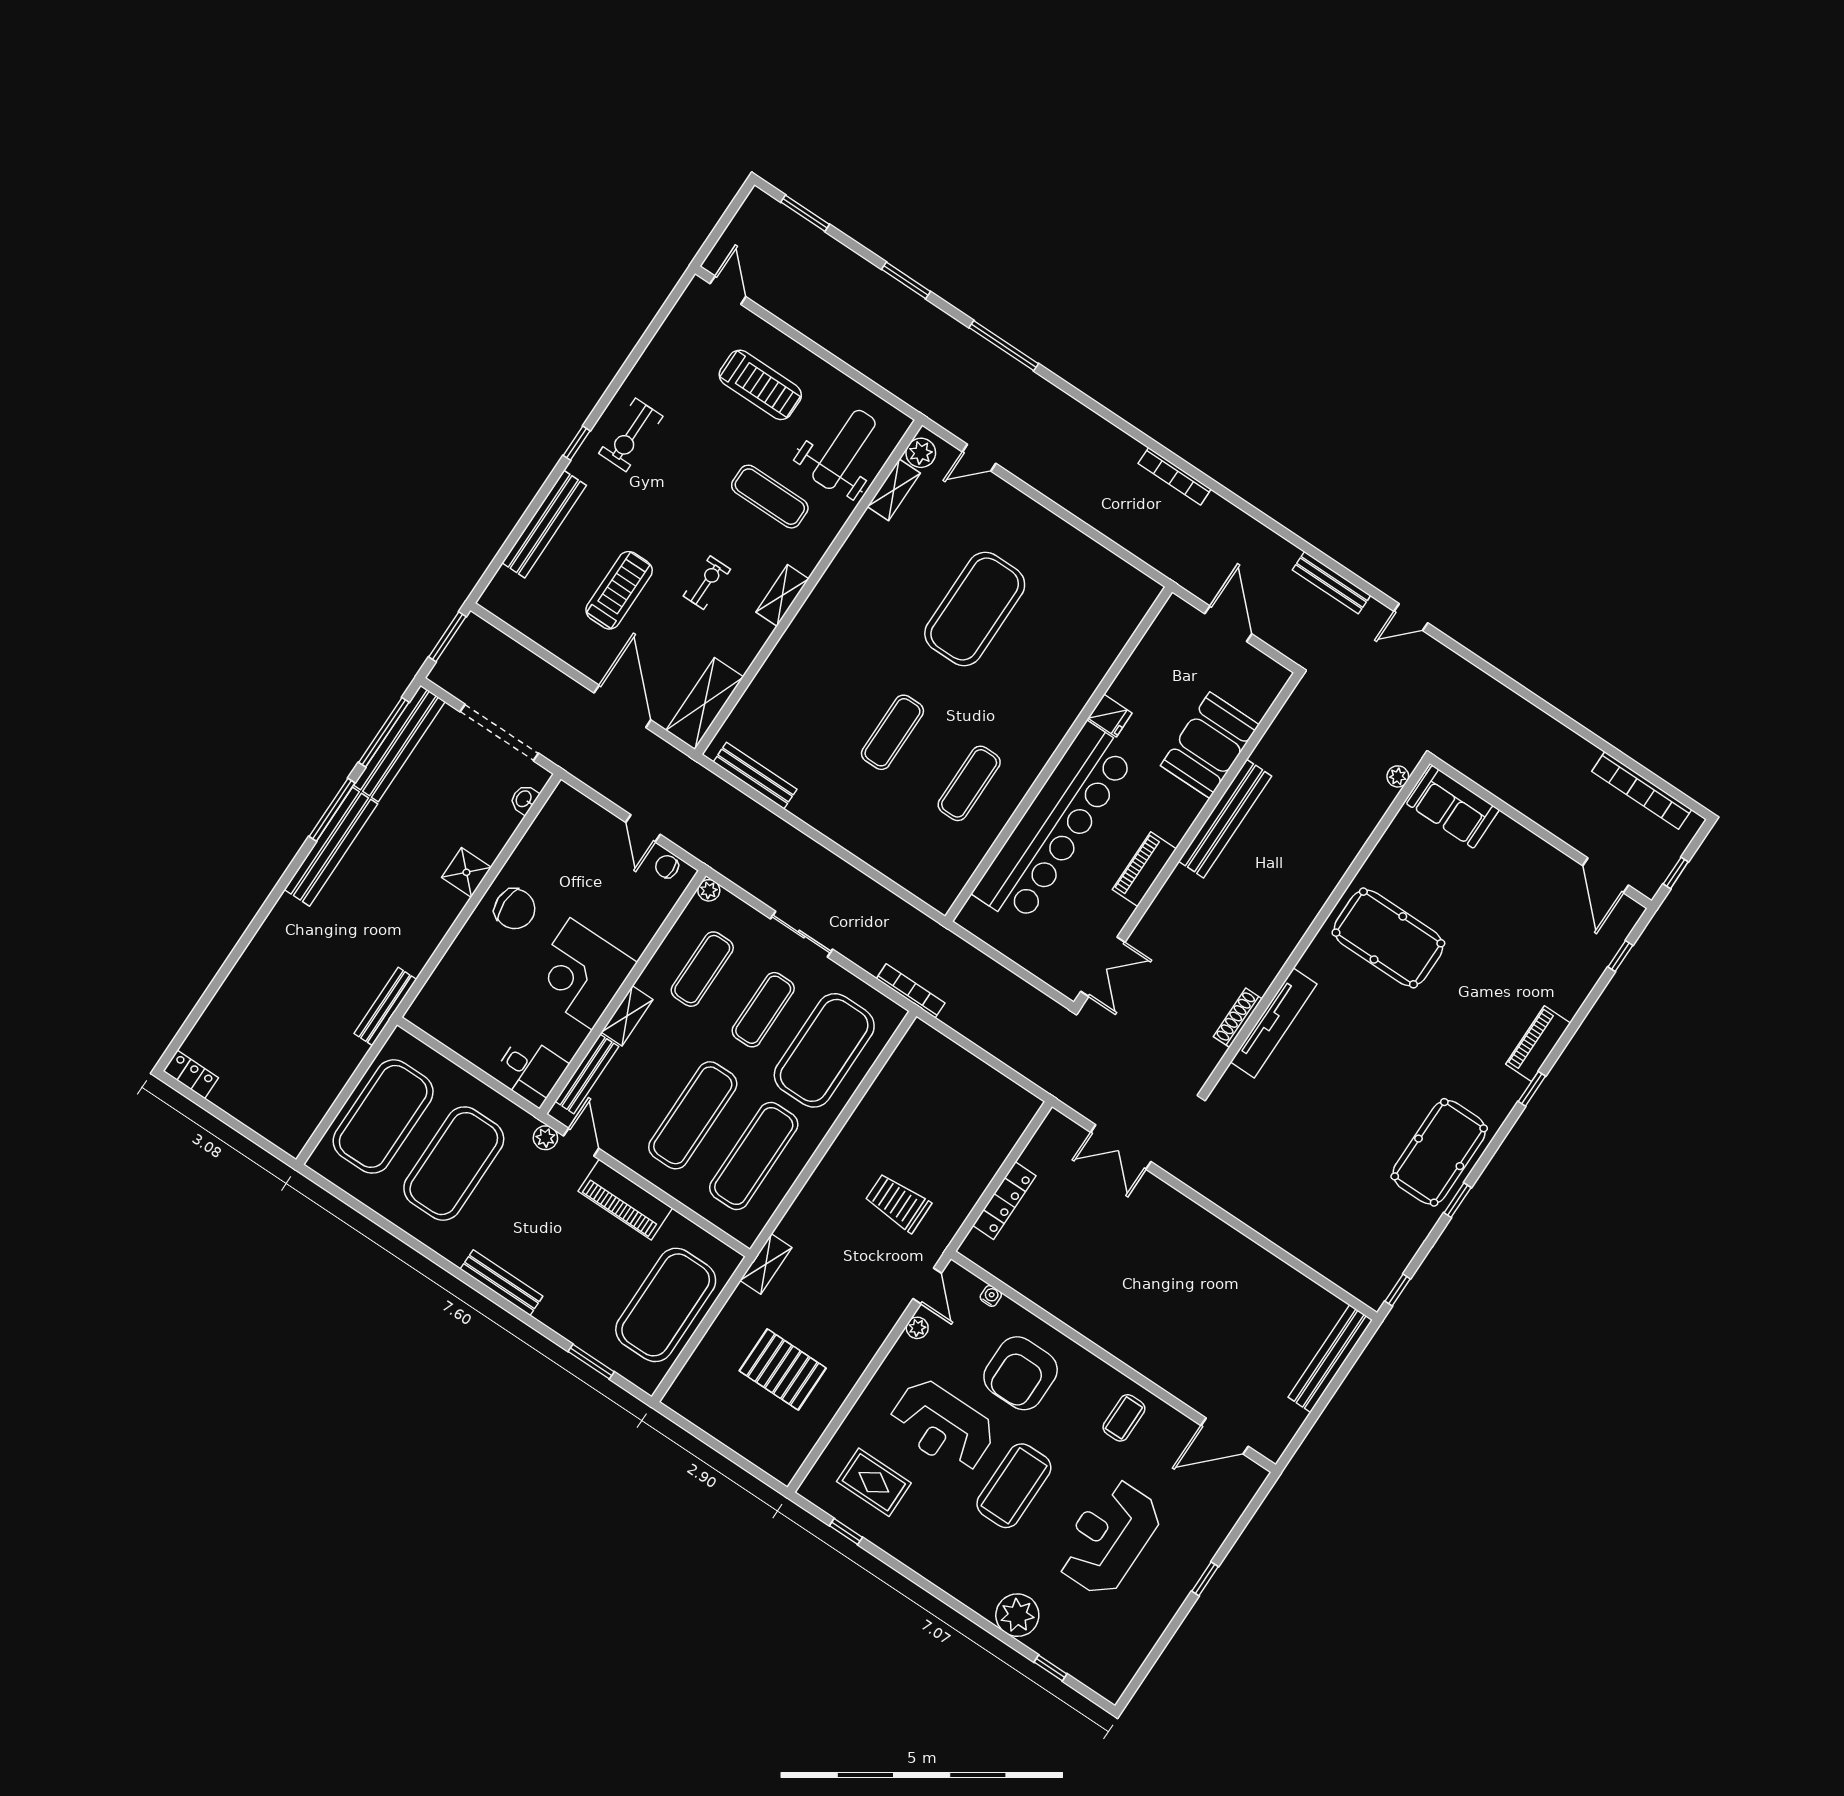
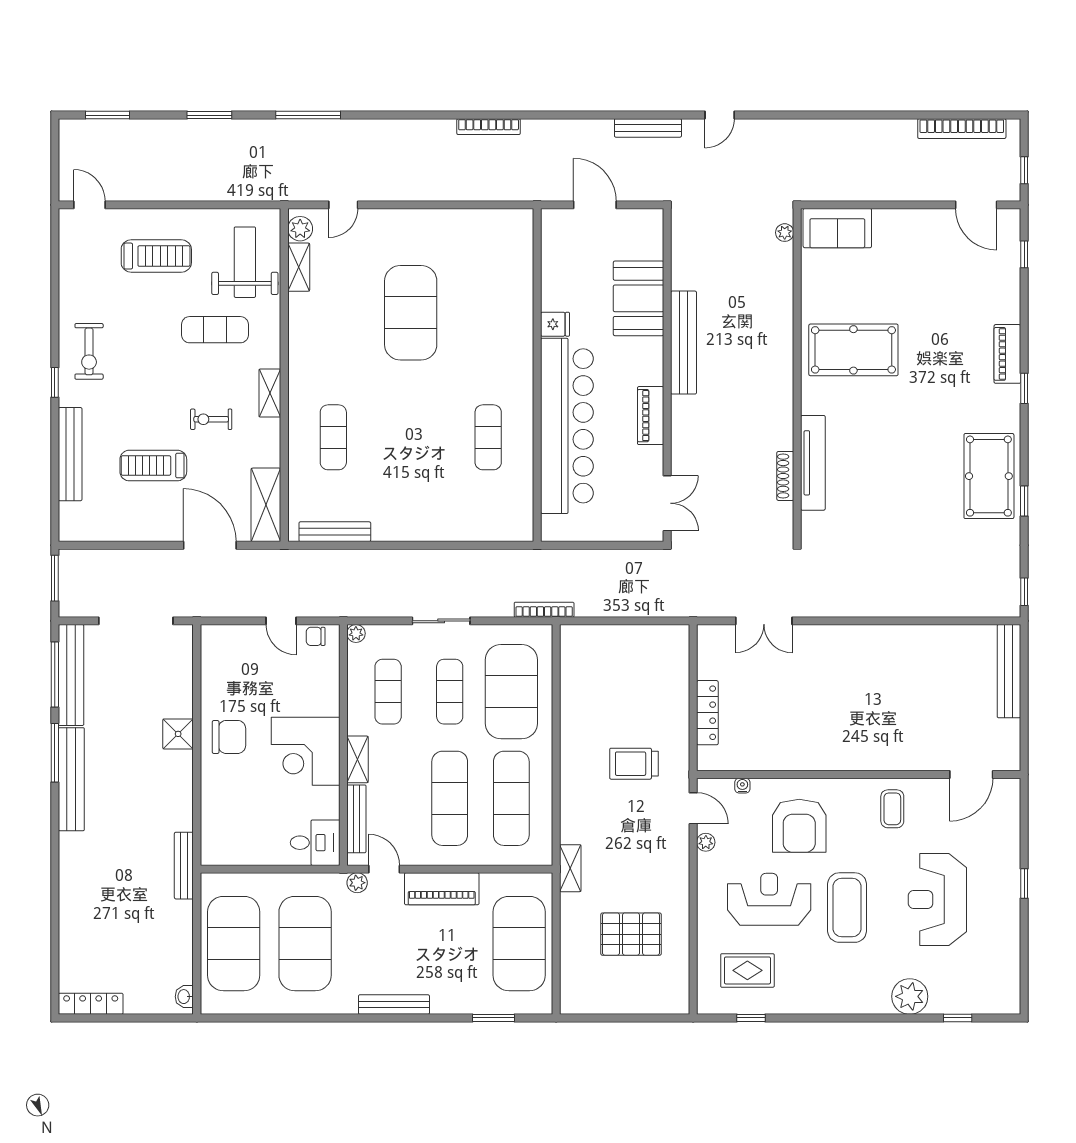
exercise bike: (707, 583) -> (211, 419), turned -90
treadmill: (619, 590) -> (153, 466), turned -90
exercise mat: (892, 732) -> (333, 437), moved
washbasin: (524, 799) -> (184, 997), moved
locker: (191, 1074) -> (91, 1004), width x1.53
reception desk: (942, 1426) -> (769, 899), turned 180

